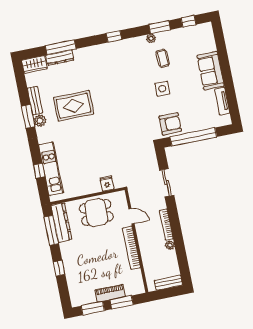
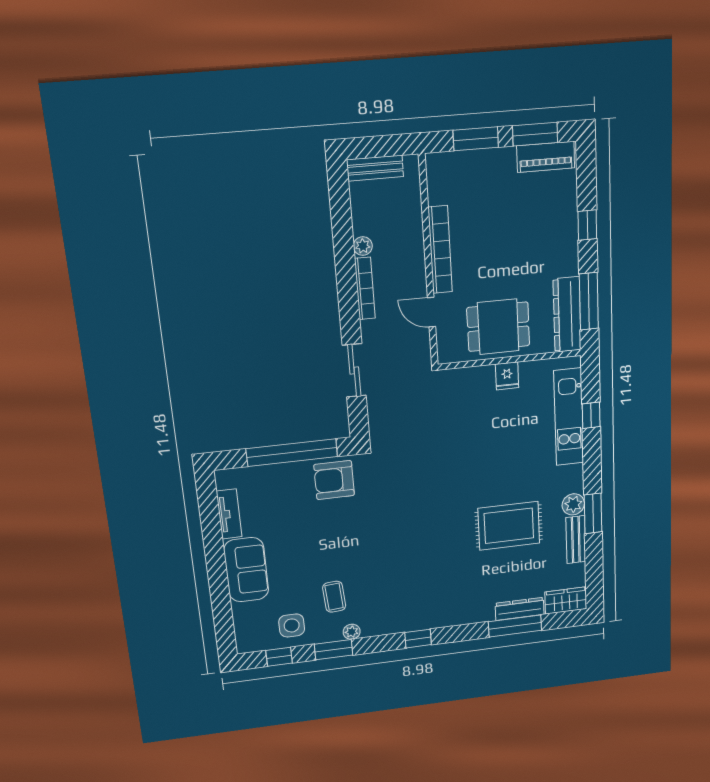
side table: (162, 89) -> (292, 625), moved
fridge: (107, 184) -> (507, 376), moved
piano: (110, 293) -> (546, 157), moved

